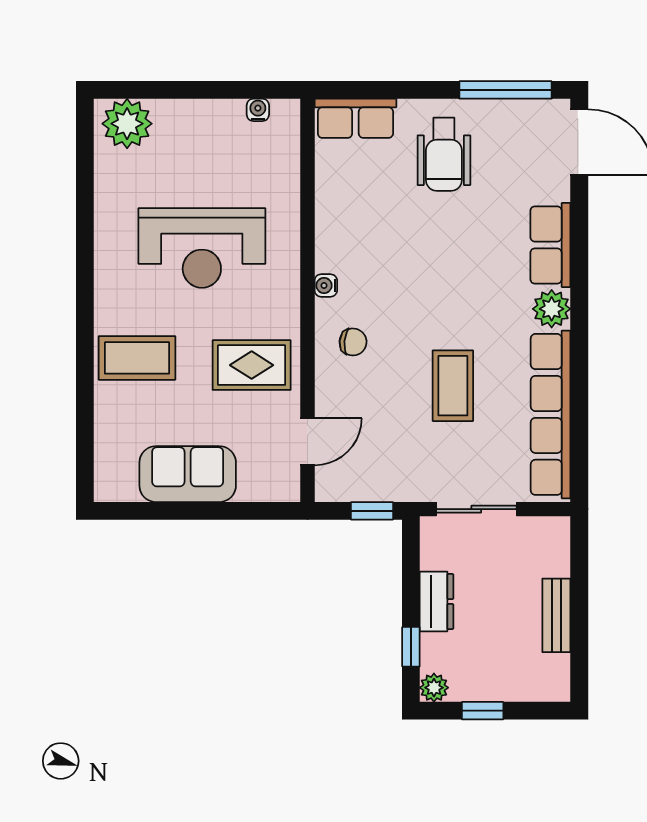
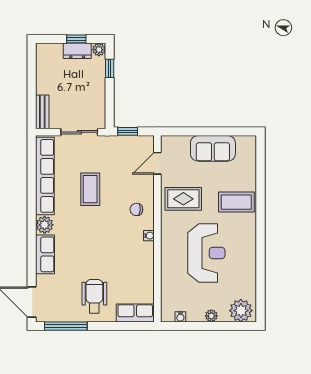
plant: (191, 112) -> (211, 316), added
reception desk: (202, 248) -> (206, 253), turned 90
dresser: (437, 602) -> (77, 51), moved, turned -90
bench: (556, 615) -> (42, 112), moved

